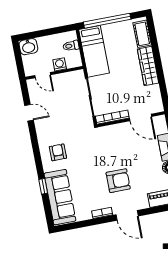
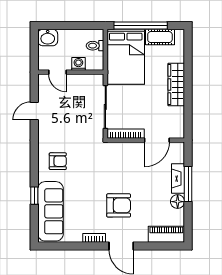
cot: (142, 34) -> (160, 37), moved, turned 90
bed: (94, 51) -> (126, 57), width x1.50
door: (29, 113) -> (34, 111), swing flipped
door: (140, 117) -> (157, 140), hinge flipped
armchair: (58, 152) -> (58, 161), turned 90

